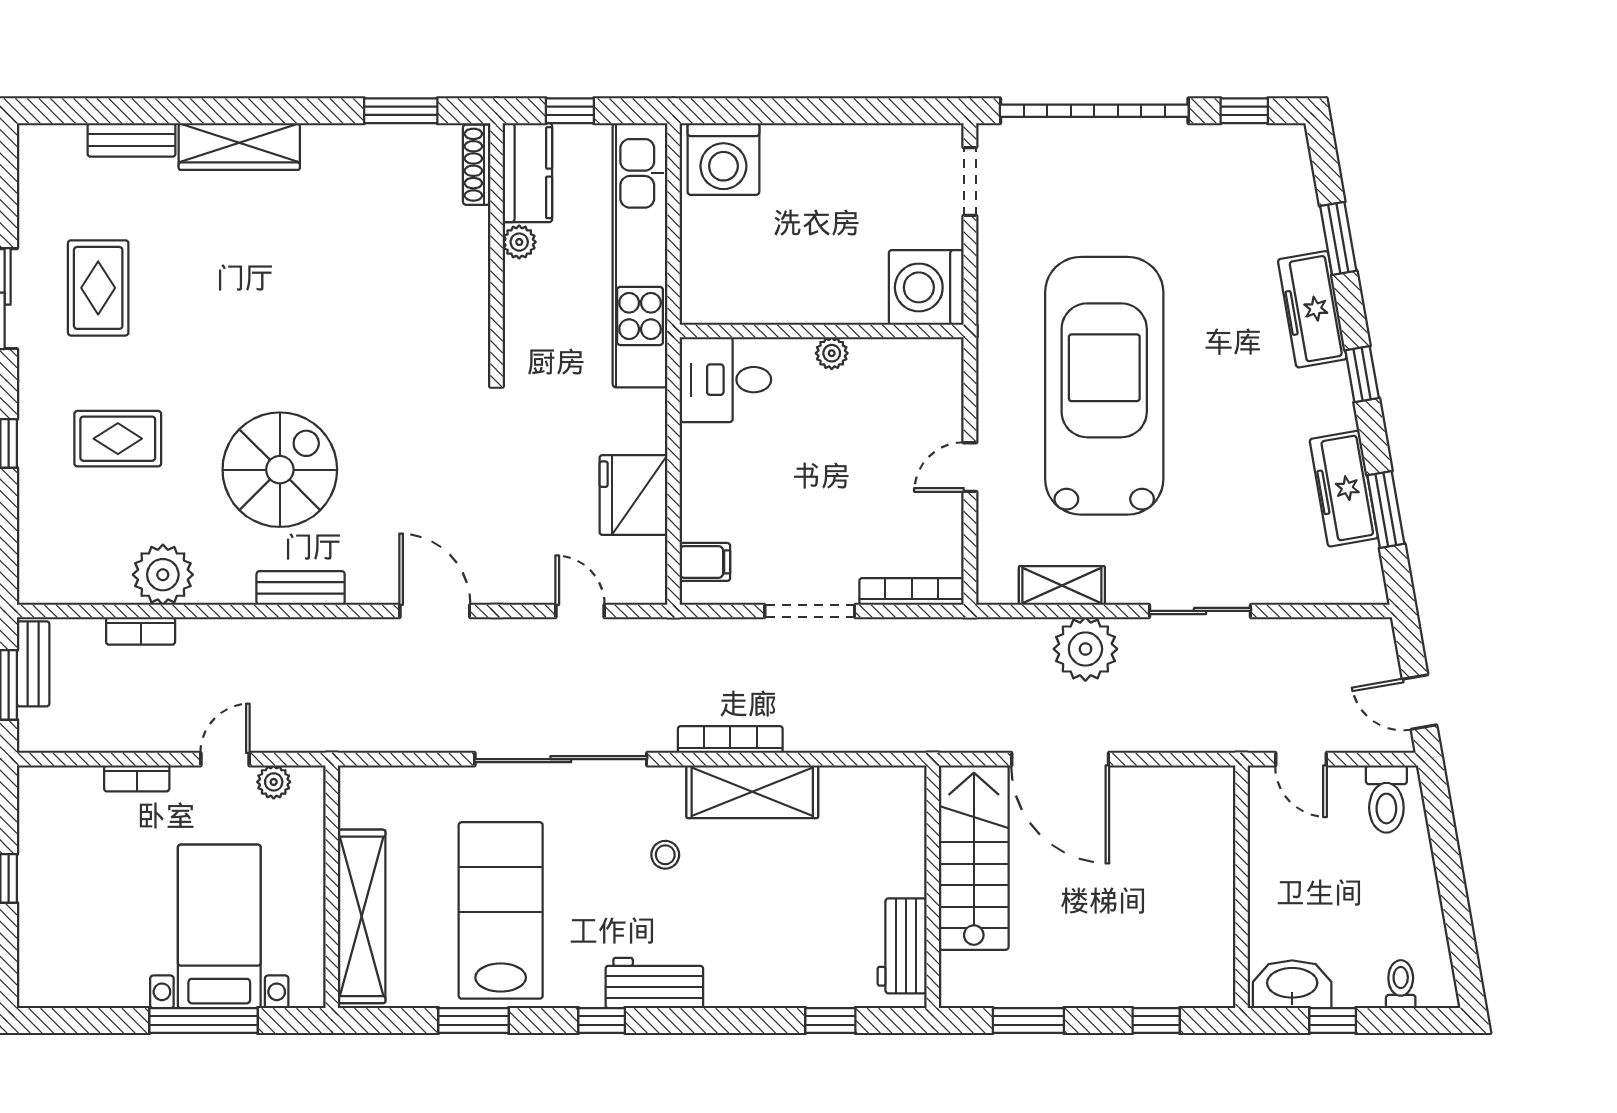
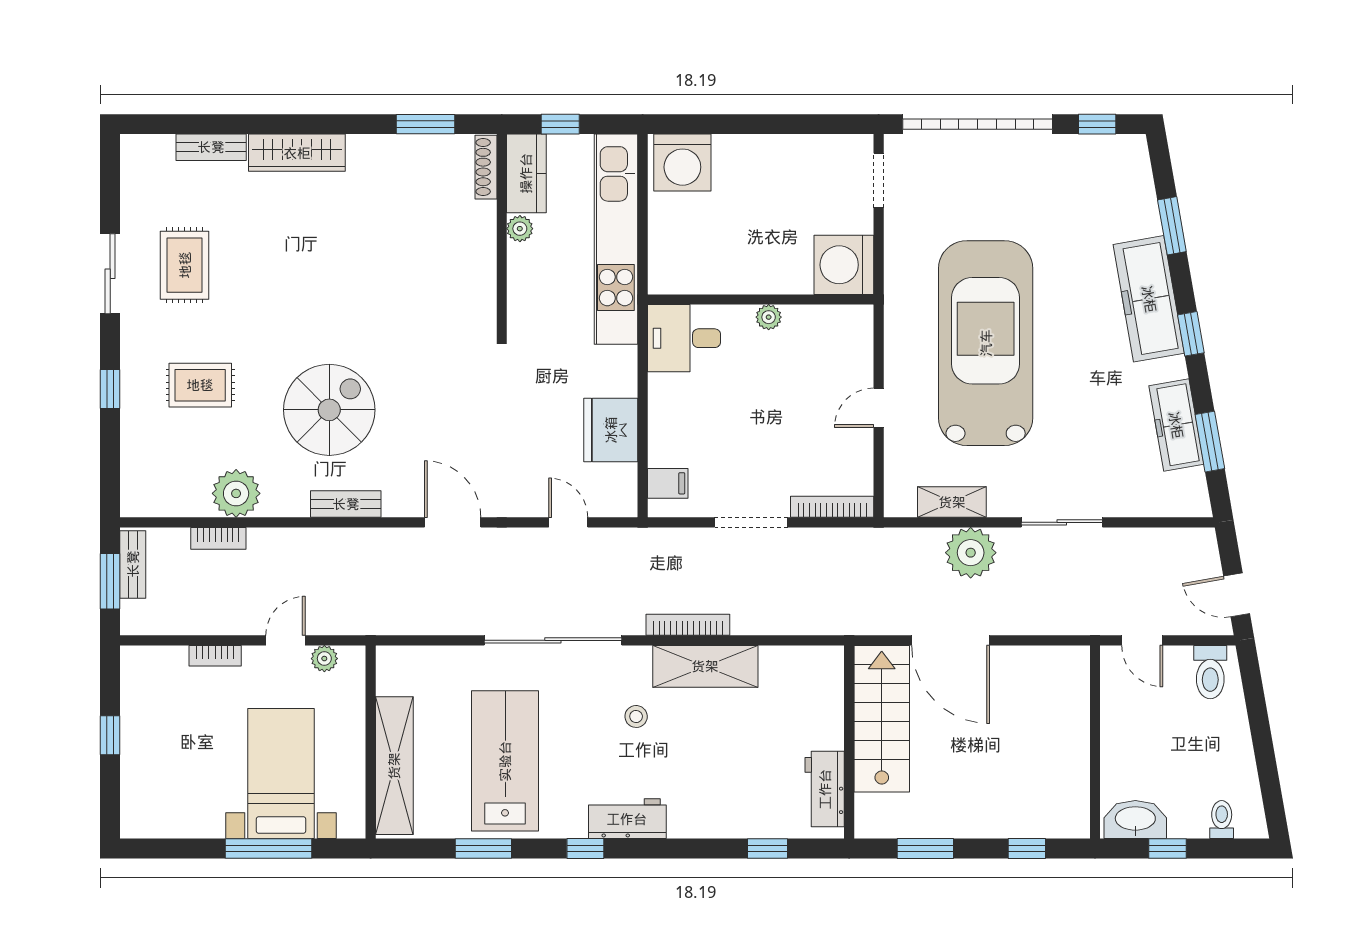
freezer: (1312, 309) -> (1149, 299), width x1.36, depth x1.26

